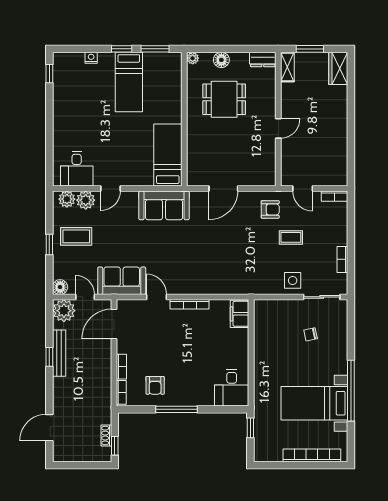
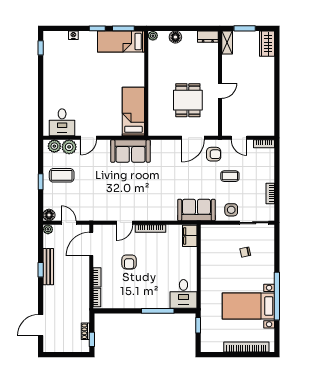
bed: (129, 82) -> (121, 41), moved, turned 90
dining table: (224, 99) -> (188, 100), moved, turned 90
door: (223, 188) -> (193, 138), moved
sofa: (122, 281) -> (196, 210), moved
door: (157, 297) -> (125, 223), swing flipped
plant: (64, 311) -> (48, 229), width x0.53, depth x0.53
armchair: (155, 385) -> (129, 262), moved
window: (177, 409) -> (158, 311), moved

